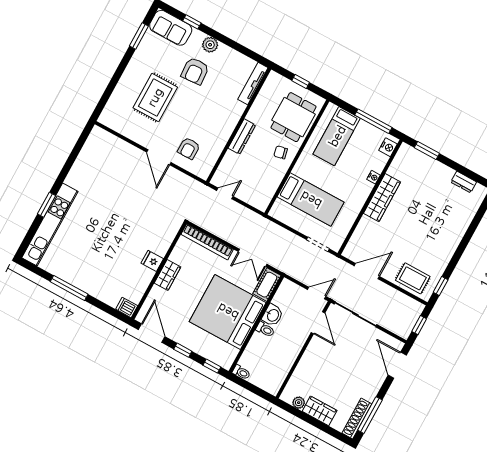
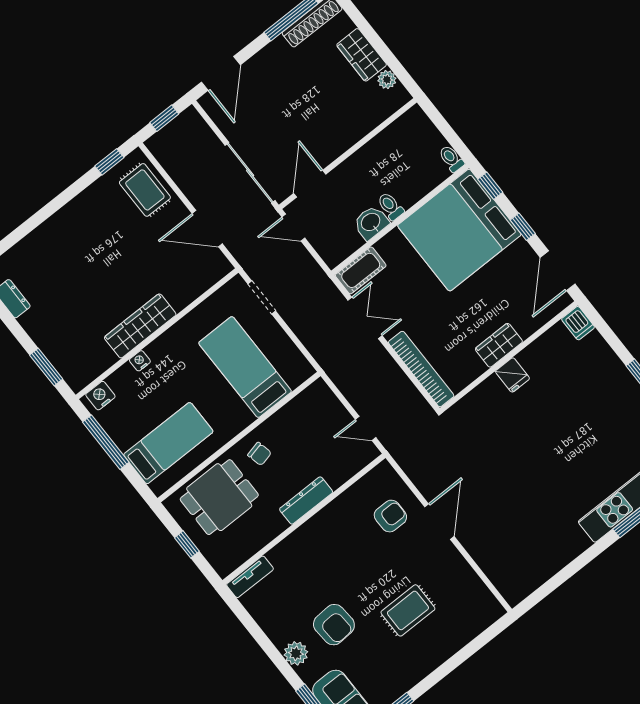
armchair: (195, 71) -> (334, 625), turned 90
tv unit: (253, 84) -> (250, 577), width x0.71
rug: (155, 97) -> (408, 610), width x0.73, depth x0.70
bed: (228, 312) -> (459, 230), moved, turned 90

